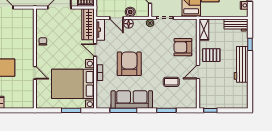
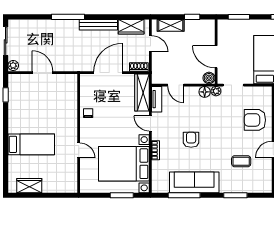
boiler: (130, 12) -> (209, 78), moved
floor lamp: (129, 24) -> (205, 92), moved
armchair: (129, 64) -> (191, 140), width x0.53, depth x0.53

